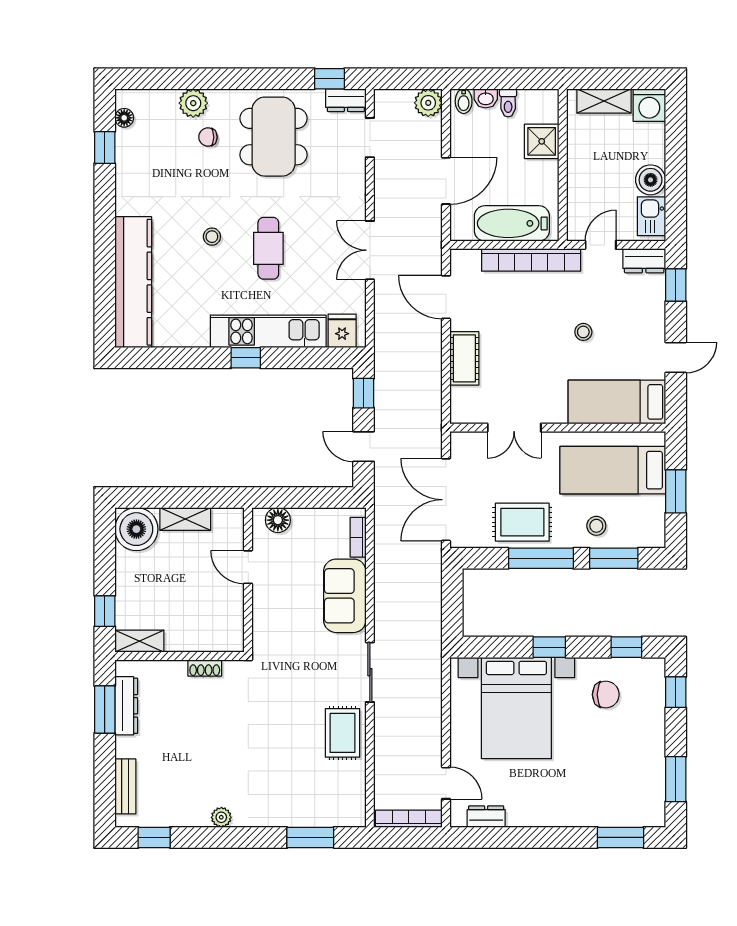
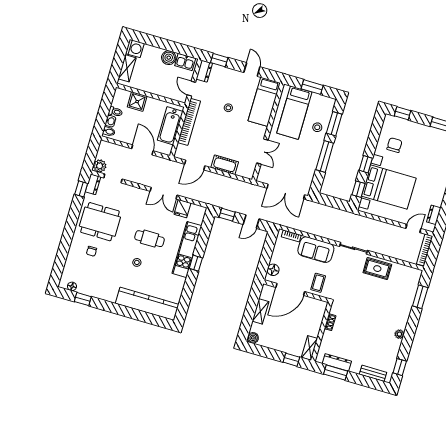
plant: (193, 103) -> (74, 253), removed
plant: (428, 103) -> (100, 166), moved
fridge: (342, 331) -> (182, 209), moved, turned -90
rug: (522, 522) -> (306, 160), removed
boiler: (136, 529) -> (253, 338), width x0.54, depth x0.54
door: (248, 567) -> (290, 289), width x1.87
coffee table: (278, 620) -> (318, 283), added
window: (626, 647) -> (358, 189), moved

